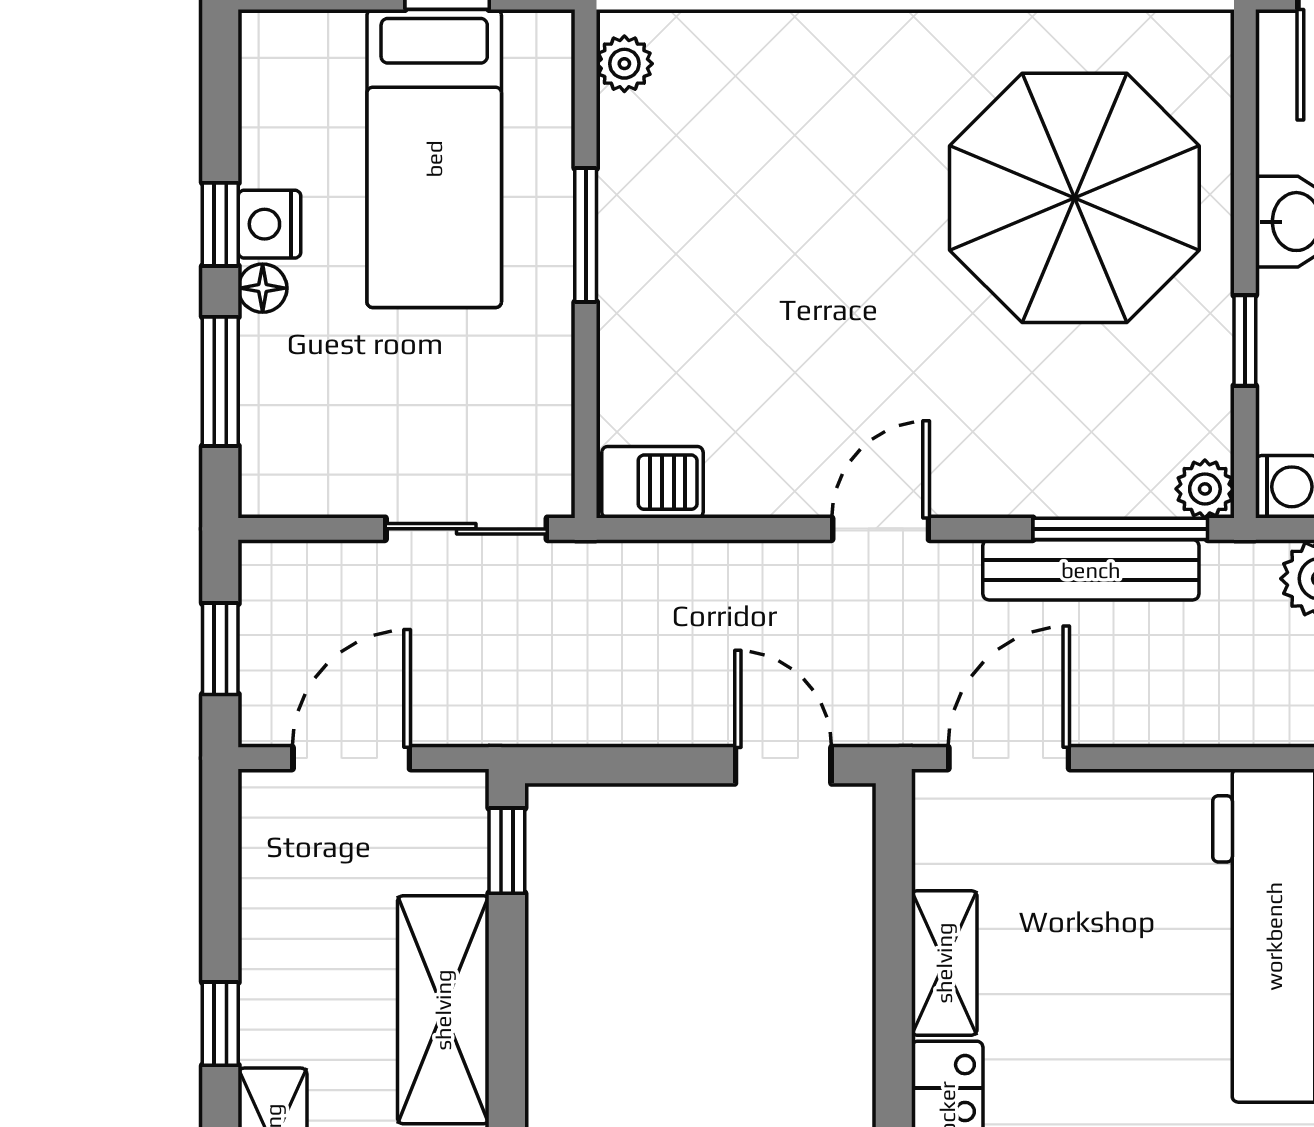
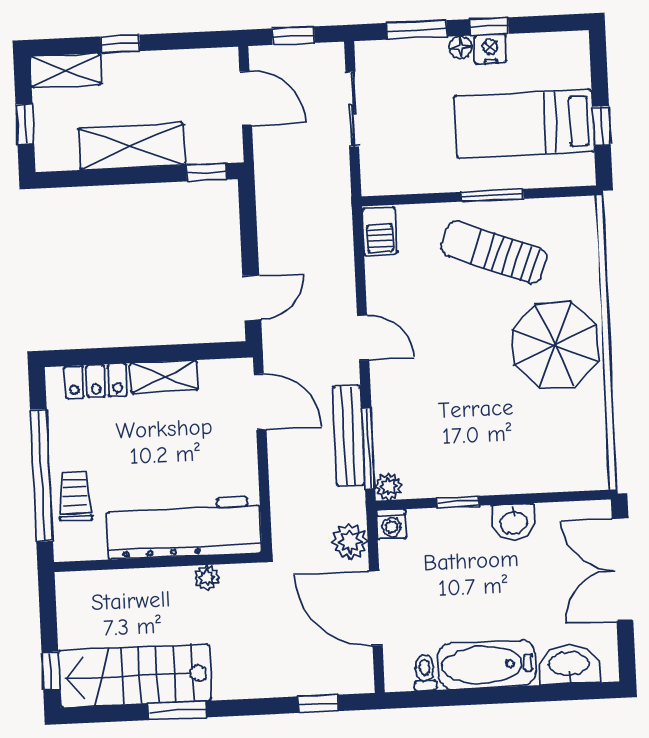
plant: (624, 64) -> (572, 209), removed
parasol: (1074, 198) -> (555, 345), moved, width x0.73, depth x0.73
sun lounger: (709, 237) -> (494, 252), added
sliding door: (466, 529) -> (352, 109), moved

